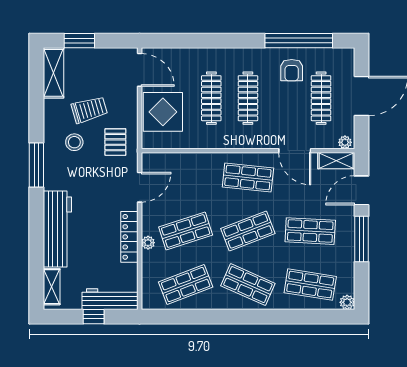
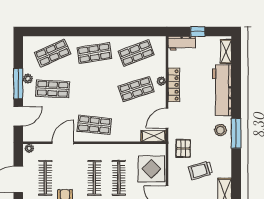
stool: (74, 142) -> (220, 130), moved
door: (295, 151) -> (63, 143), hinge flipped
shelving: (336, 161) -> (153, 136), moved
shop shelf: (248, 231) -> (94, 89), removed
shop shelf: (248, 285) -> (94, 53), turned -33
shop shelf: (310, 285) -> (53, 53), turned -33
workbench: (110, 299) -> (182, 43), width x0.73
plant: (347, 302) -> (28, 79), moved

